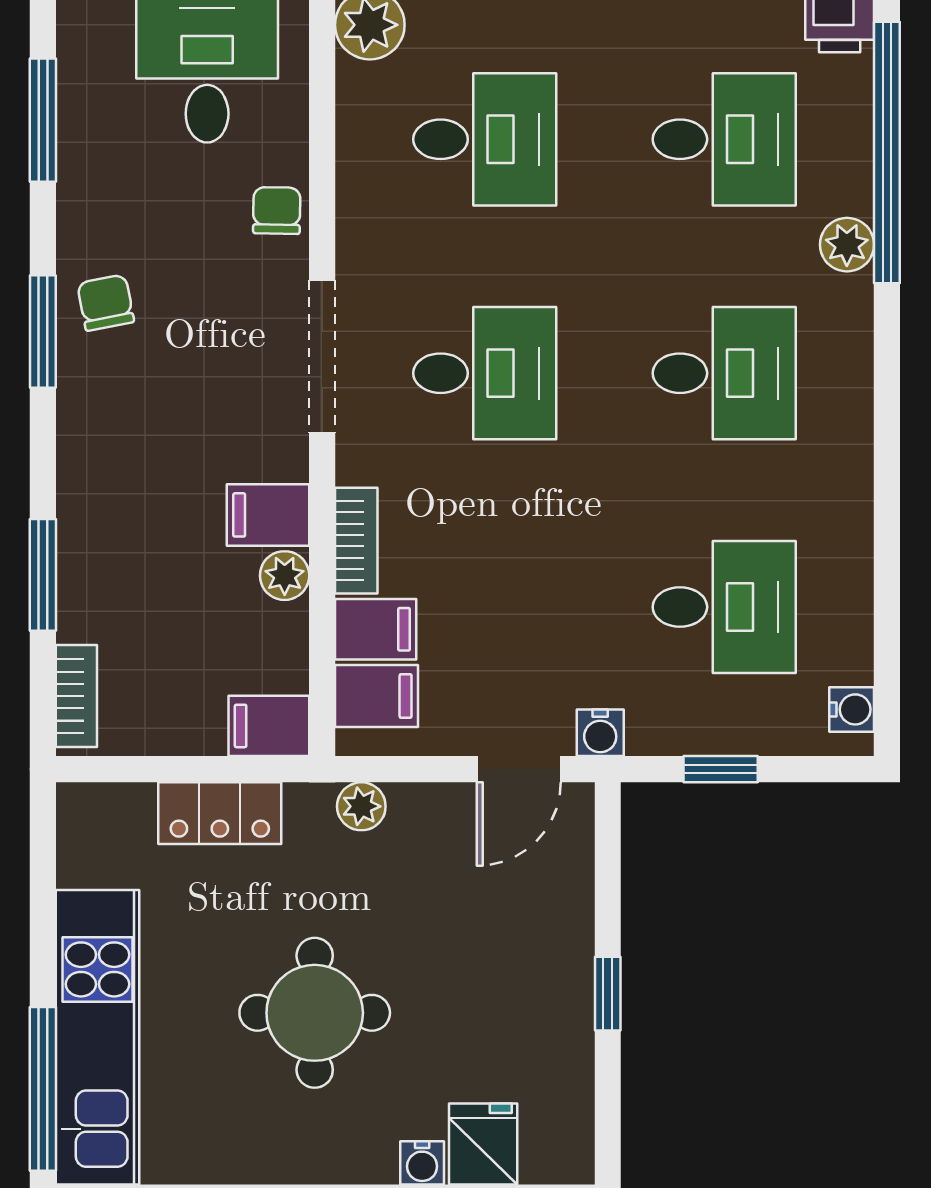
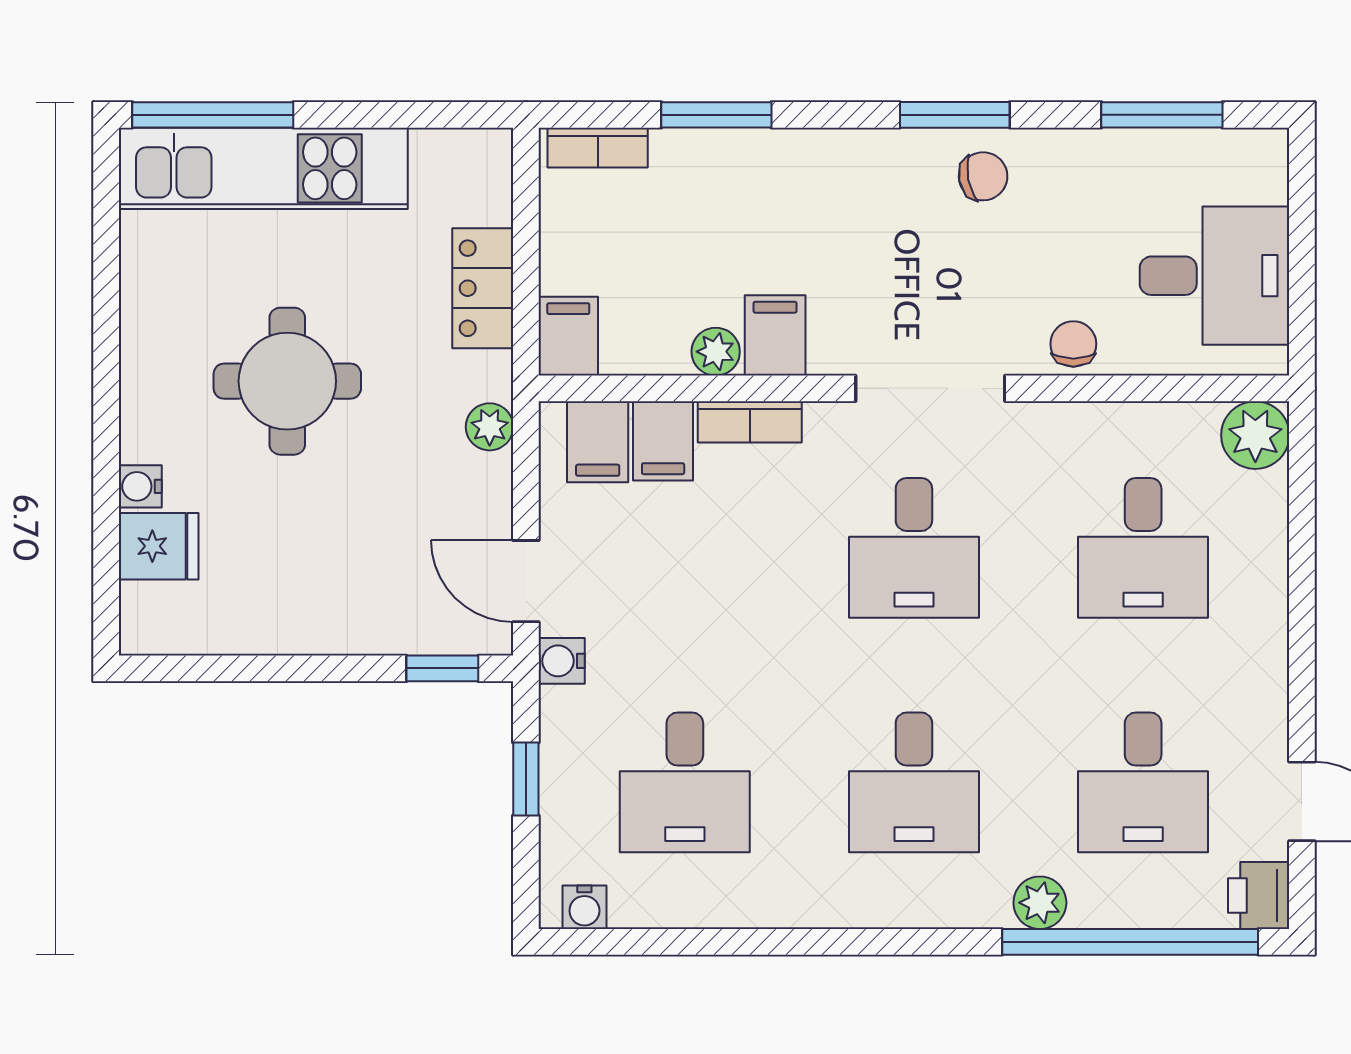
chair: (277, 211) -> (1073, 344), turned -91
window: (608, 994) -> (442, 668), moved

